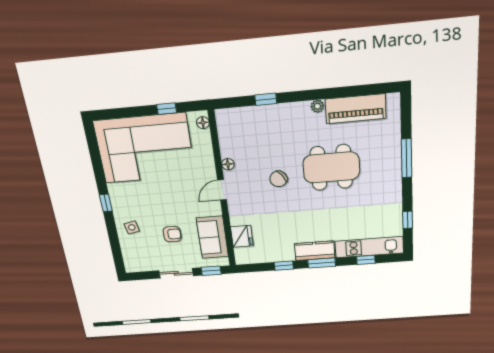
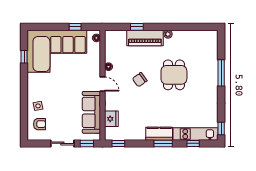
piano: (356, 109) -> (145, 38), moved
dining table: (331, 168) -> (174, 75), width x0.73
door: (222, 190) -> (102, 84), swing flipped
window: (106, 203) -> (24, 57), moved
window: (408, 220) -> (221, 128), moved
armchair: (172, 234) -> (39, 124), moved
sofa: (212, 237) -> (91, 112), width x1.36
window: (284, 266) -> (118, 143), moved

